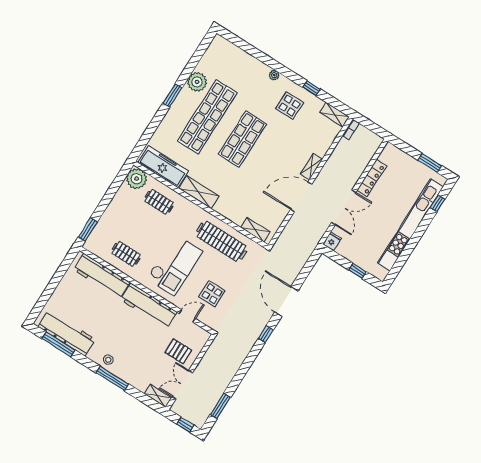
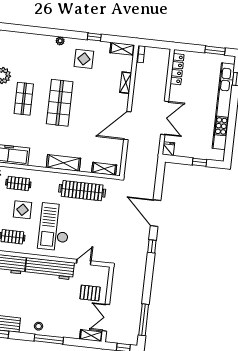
shop shelf: (207, 117) -> (24, 99), width x0.50, depth x0.74
shelving: (311, 167) -> (126, 83), moved
locker: (372, 178) -> (177, 69), moved
shelving: (199, 192) -> (63, 163), moved
checkout: (174, 265) -> (54, 227), turned 180
display table: (212, 294) -> (23, 210), moved
window: (220, 406) -> (144, 320), width x1.44

